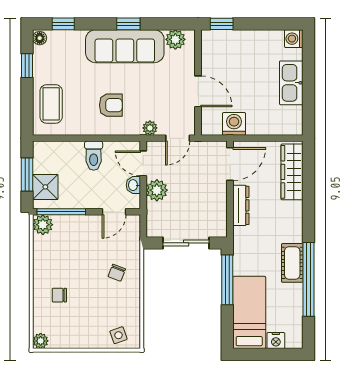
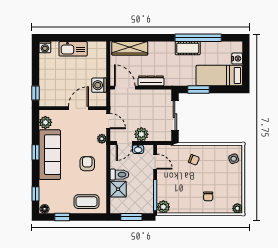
shower: (45, 187) -> (118, 189), moved
window: (227, 280) -> (199, 89), width x0.69

